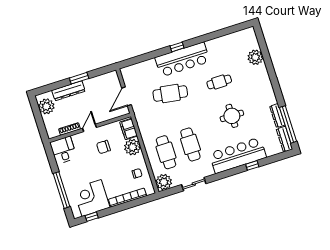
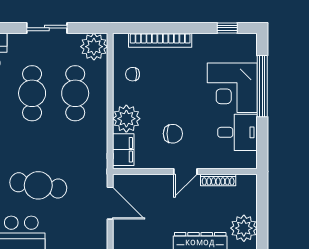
door: (126, 96) -> (110, 203), hinge flipped
desk: (63, 150) -> (237, 132), moved, turned -90
corner desk: (92, 198) -> (232, 88), moved, turned 90

